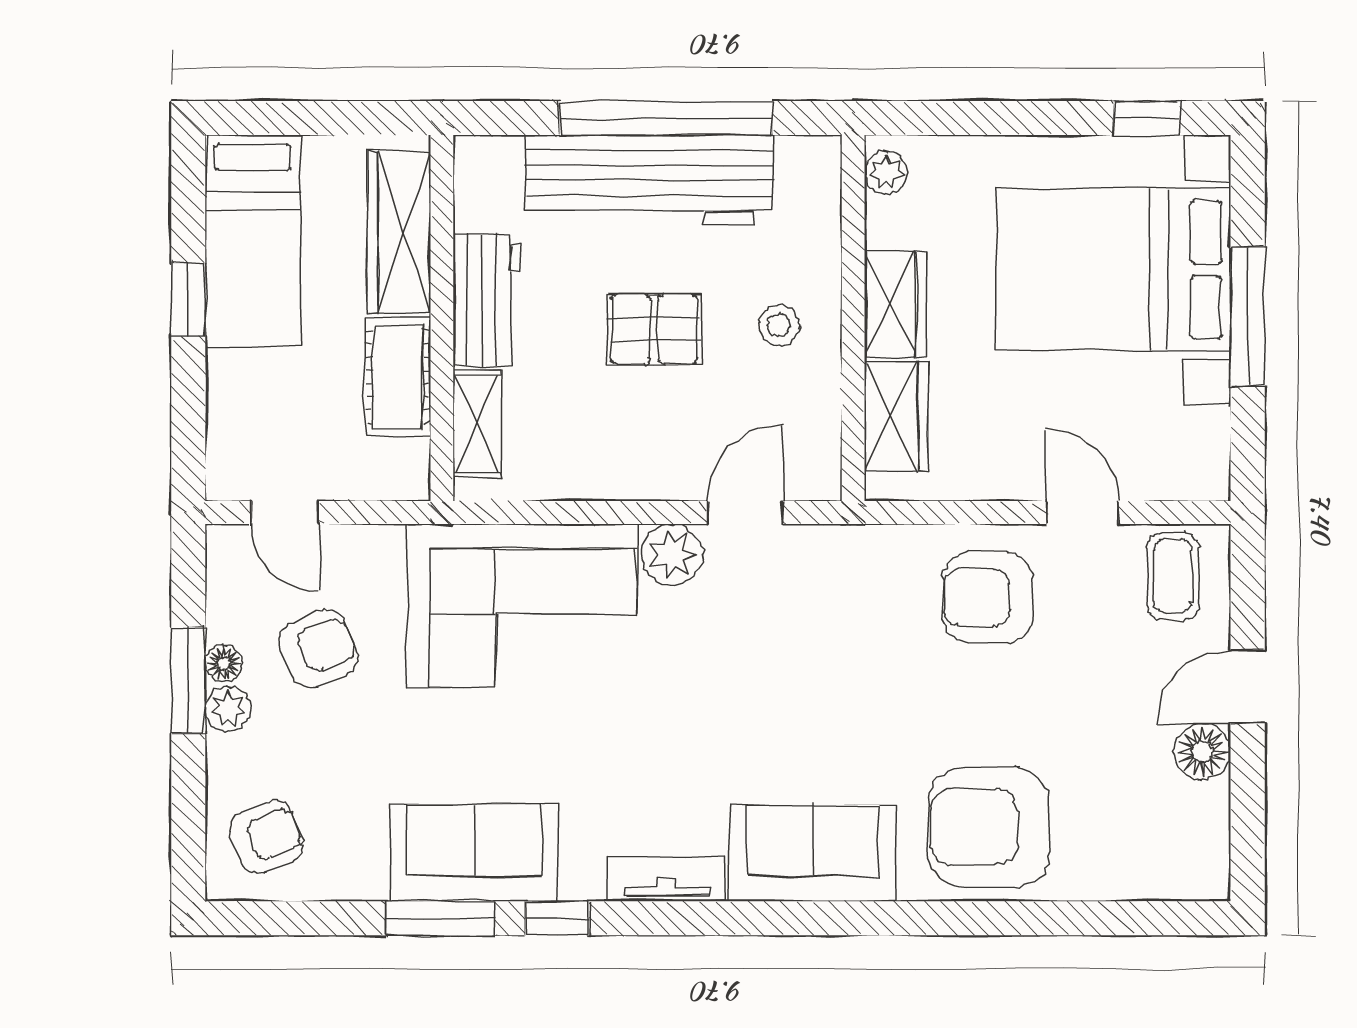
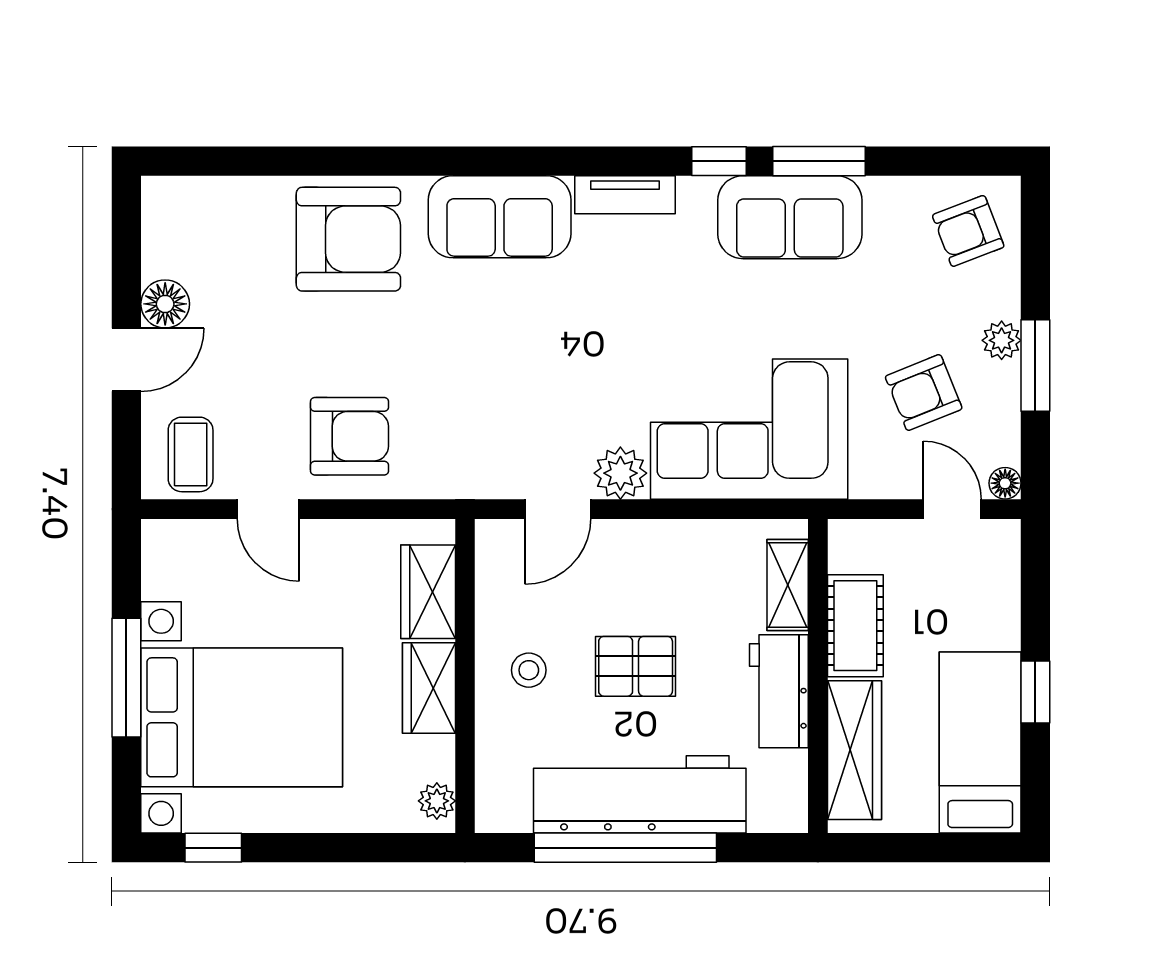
floor lamp: (224, 664) -> (1005, 483), moved

